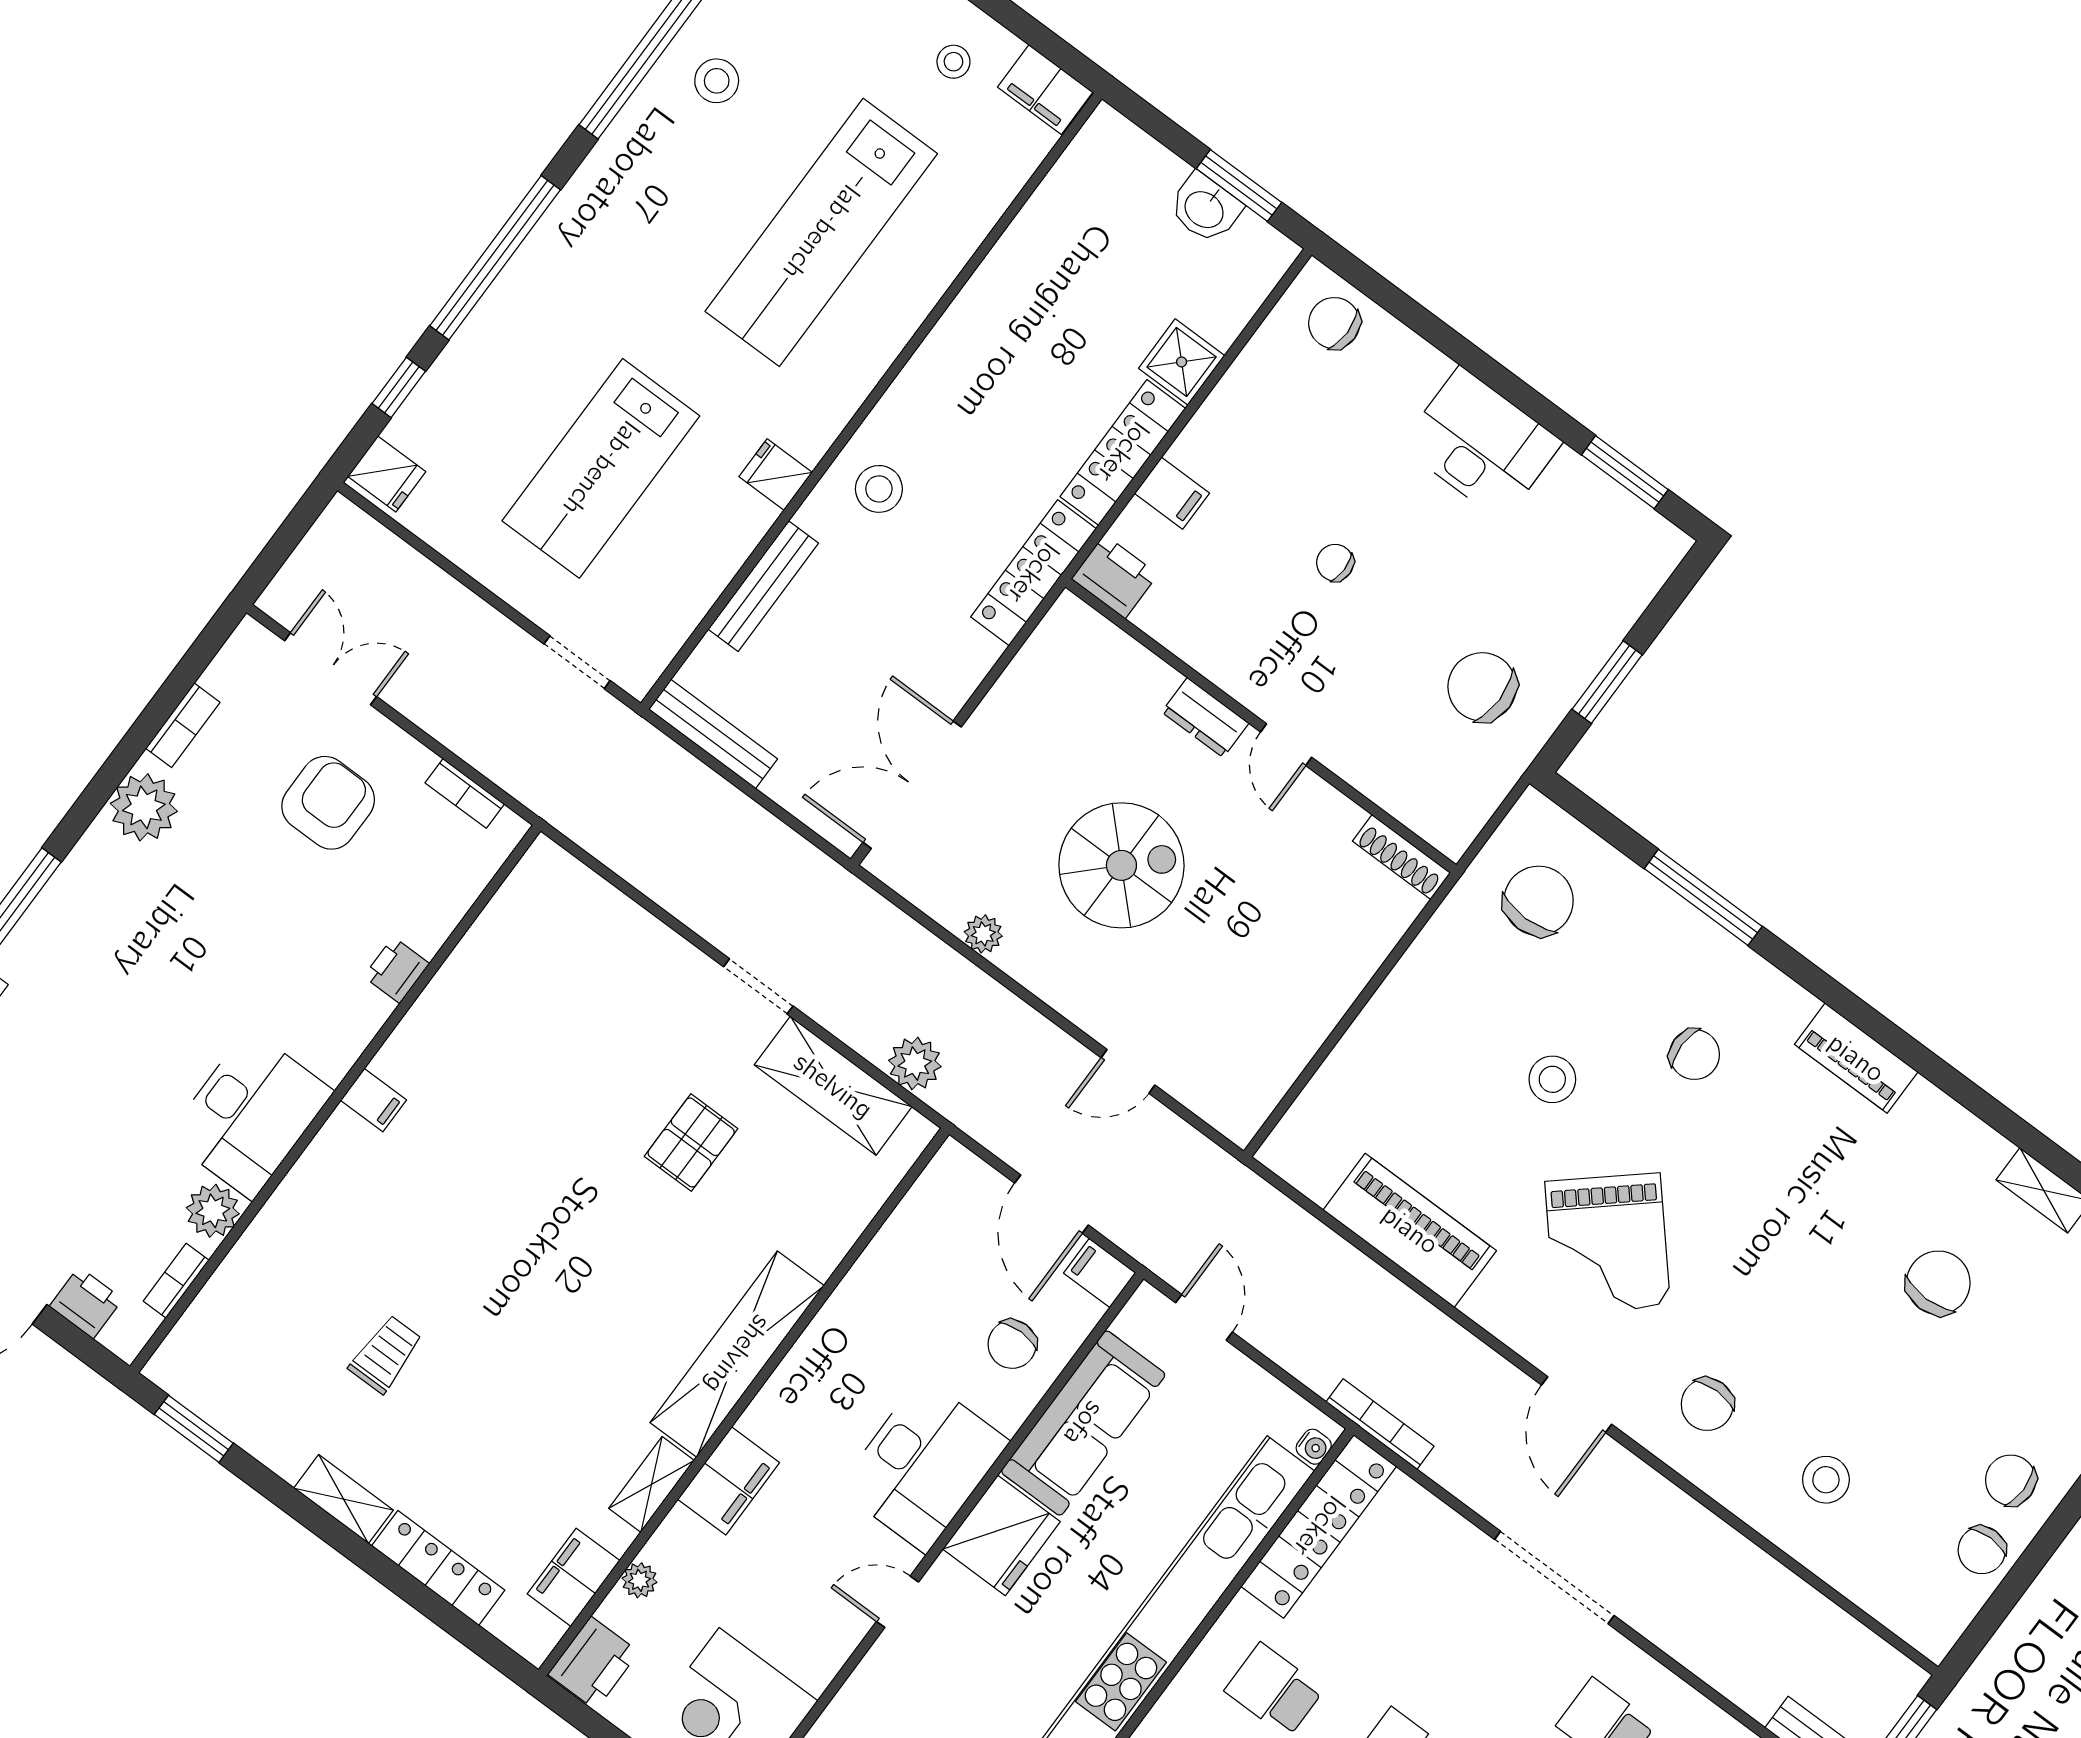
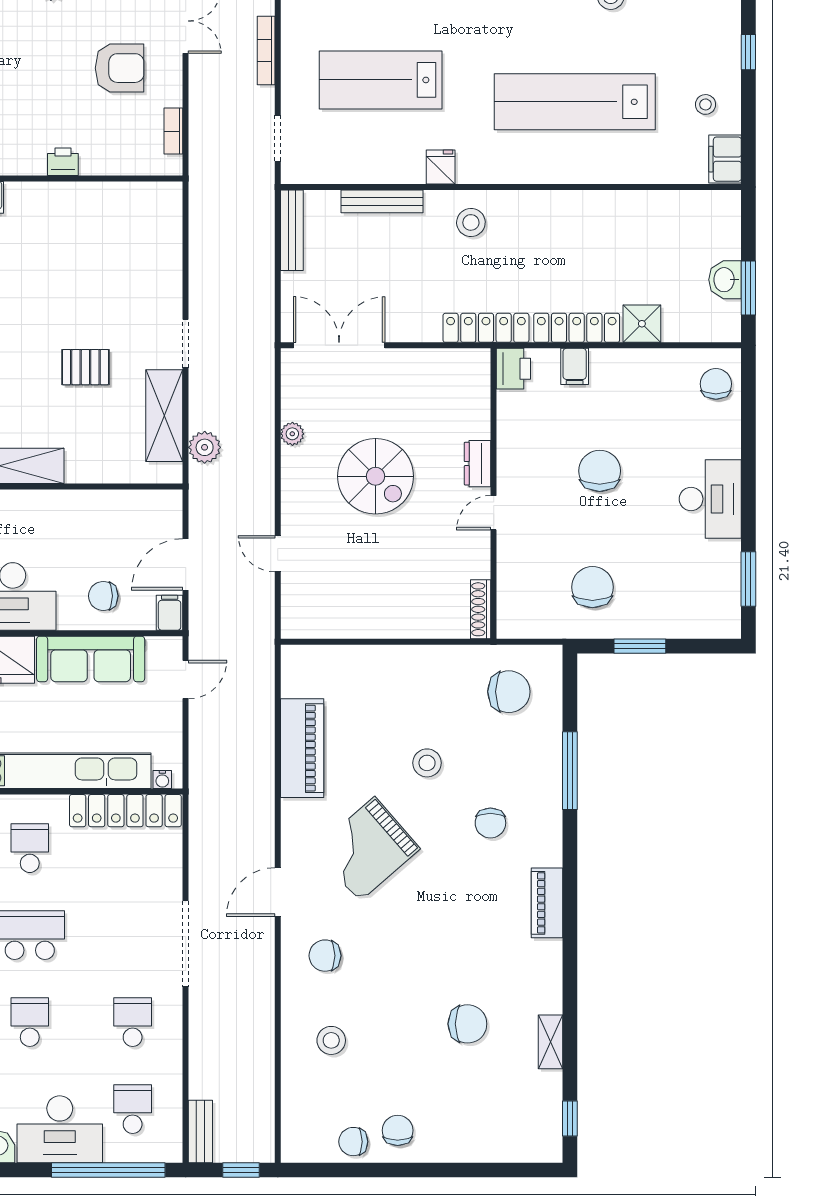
chair: (1335, 563) -> (600, 471), width x1.87, depth x1.87
bookcase: (1380, 1424) -> (266, 50), moved, turned 180

